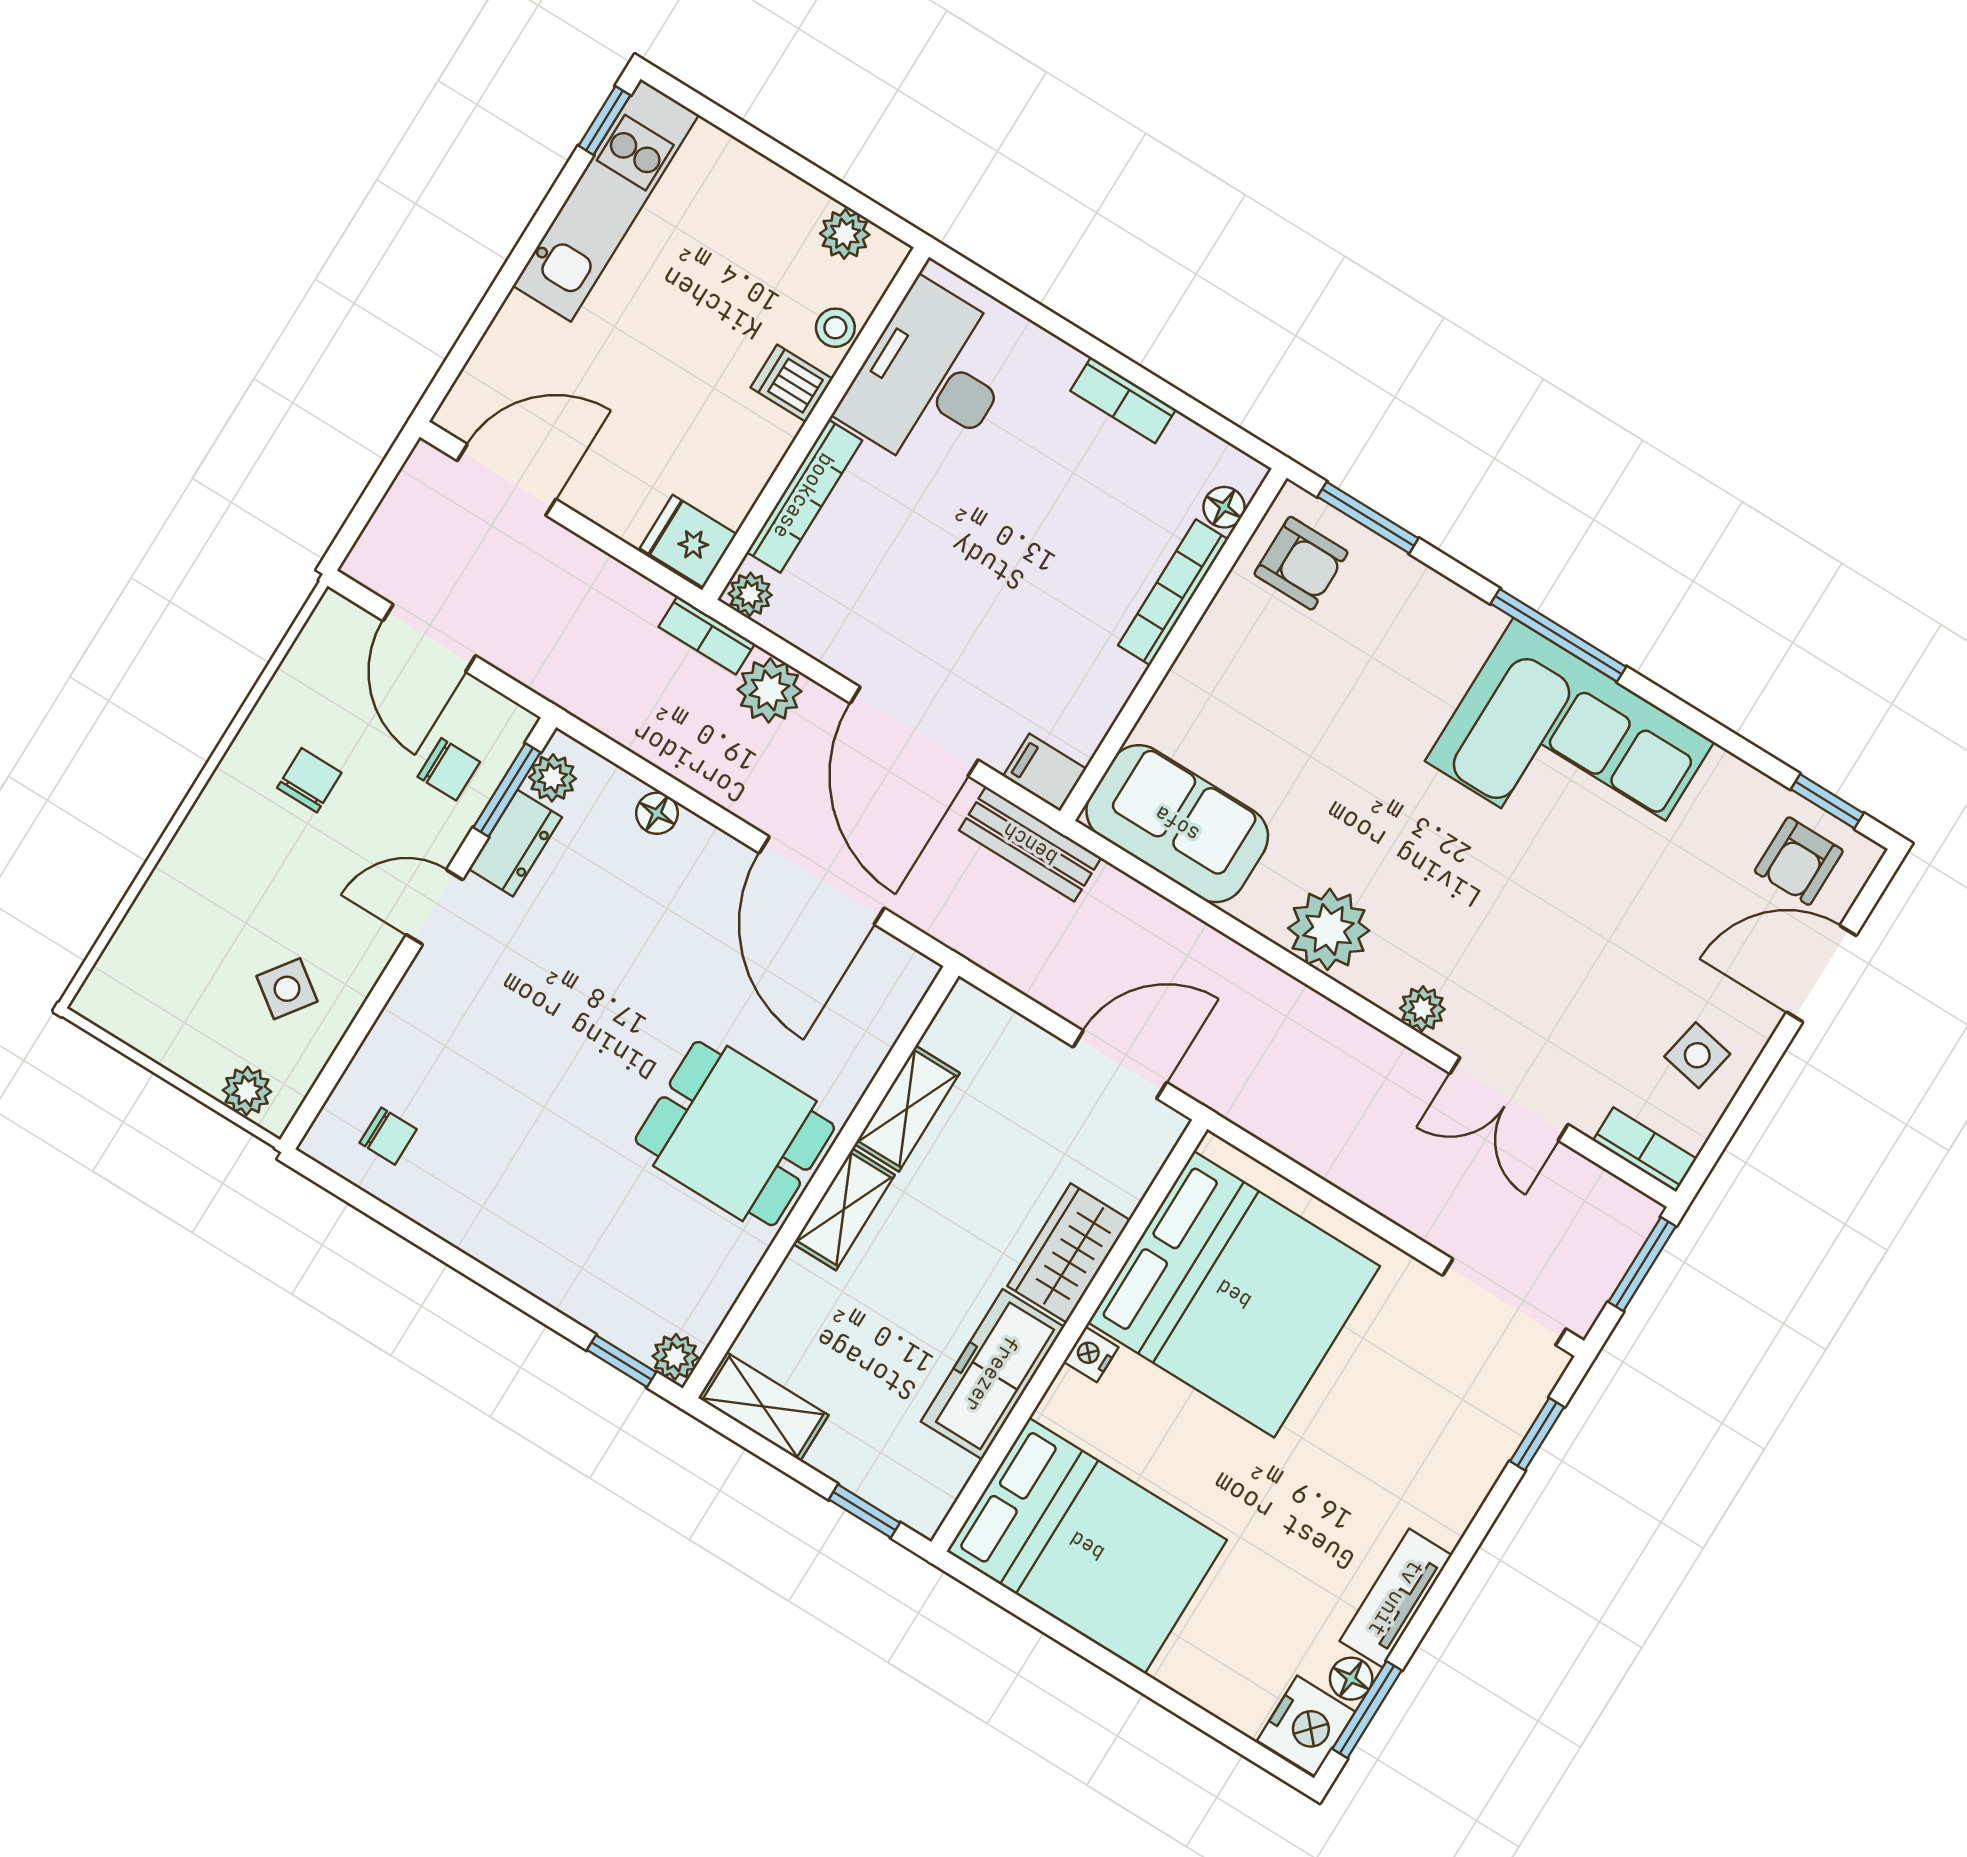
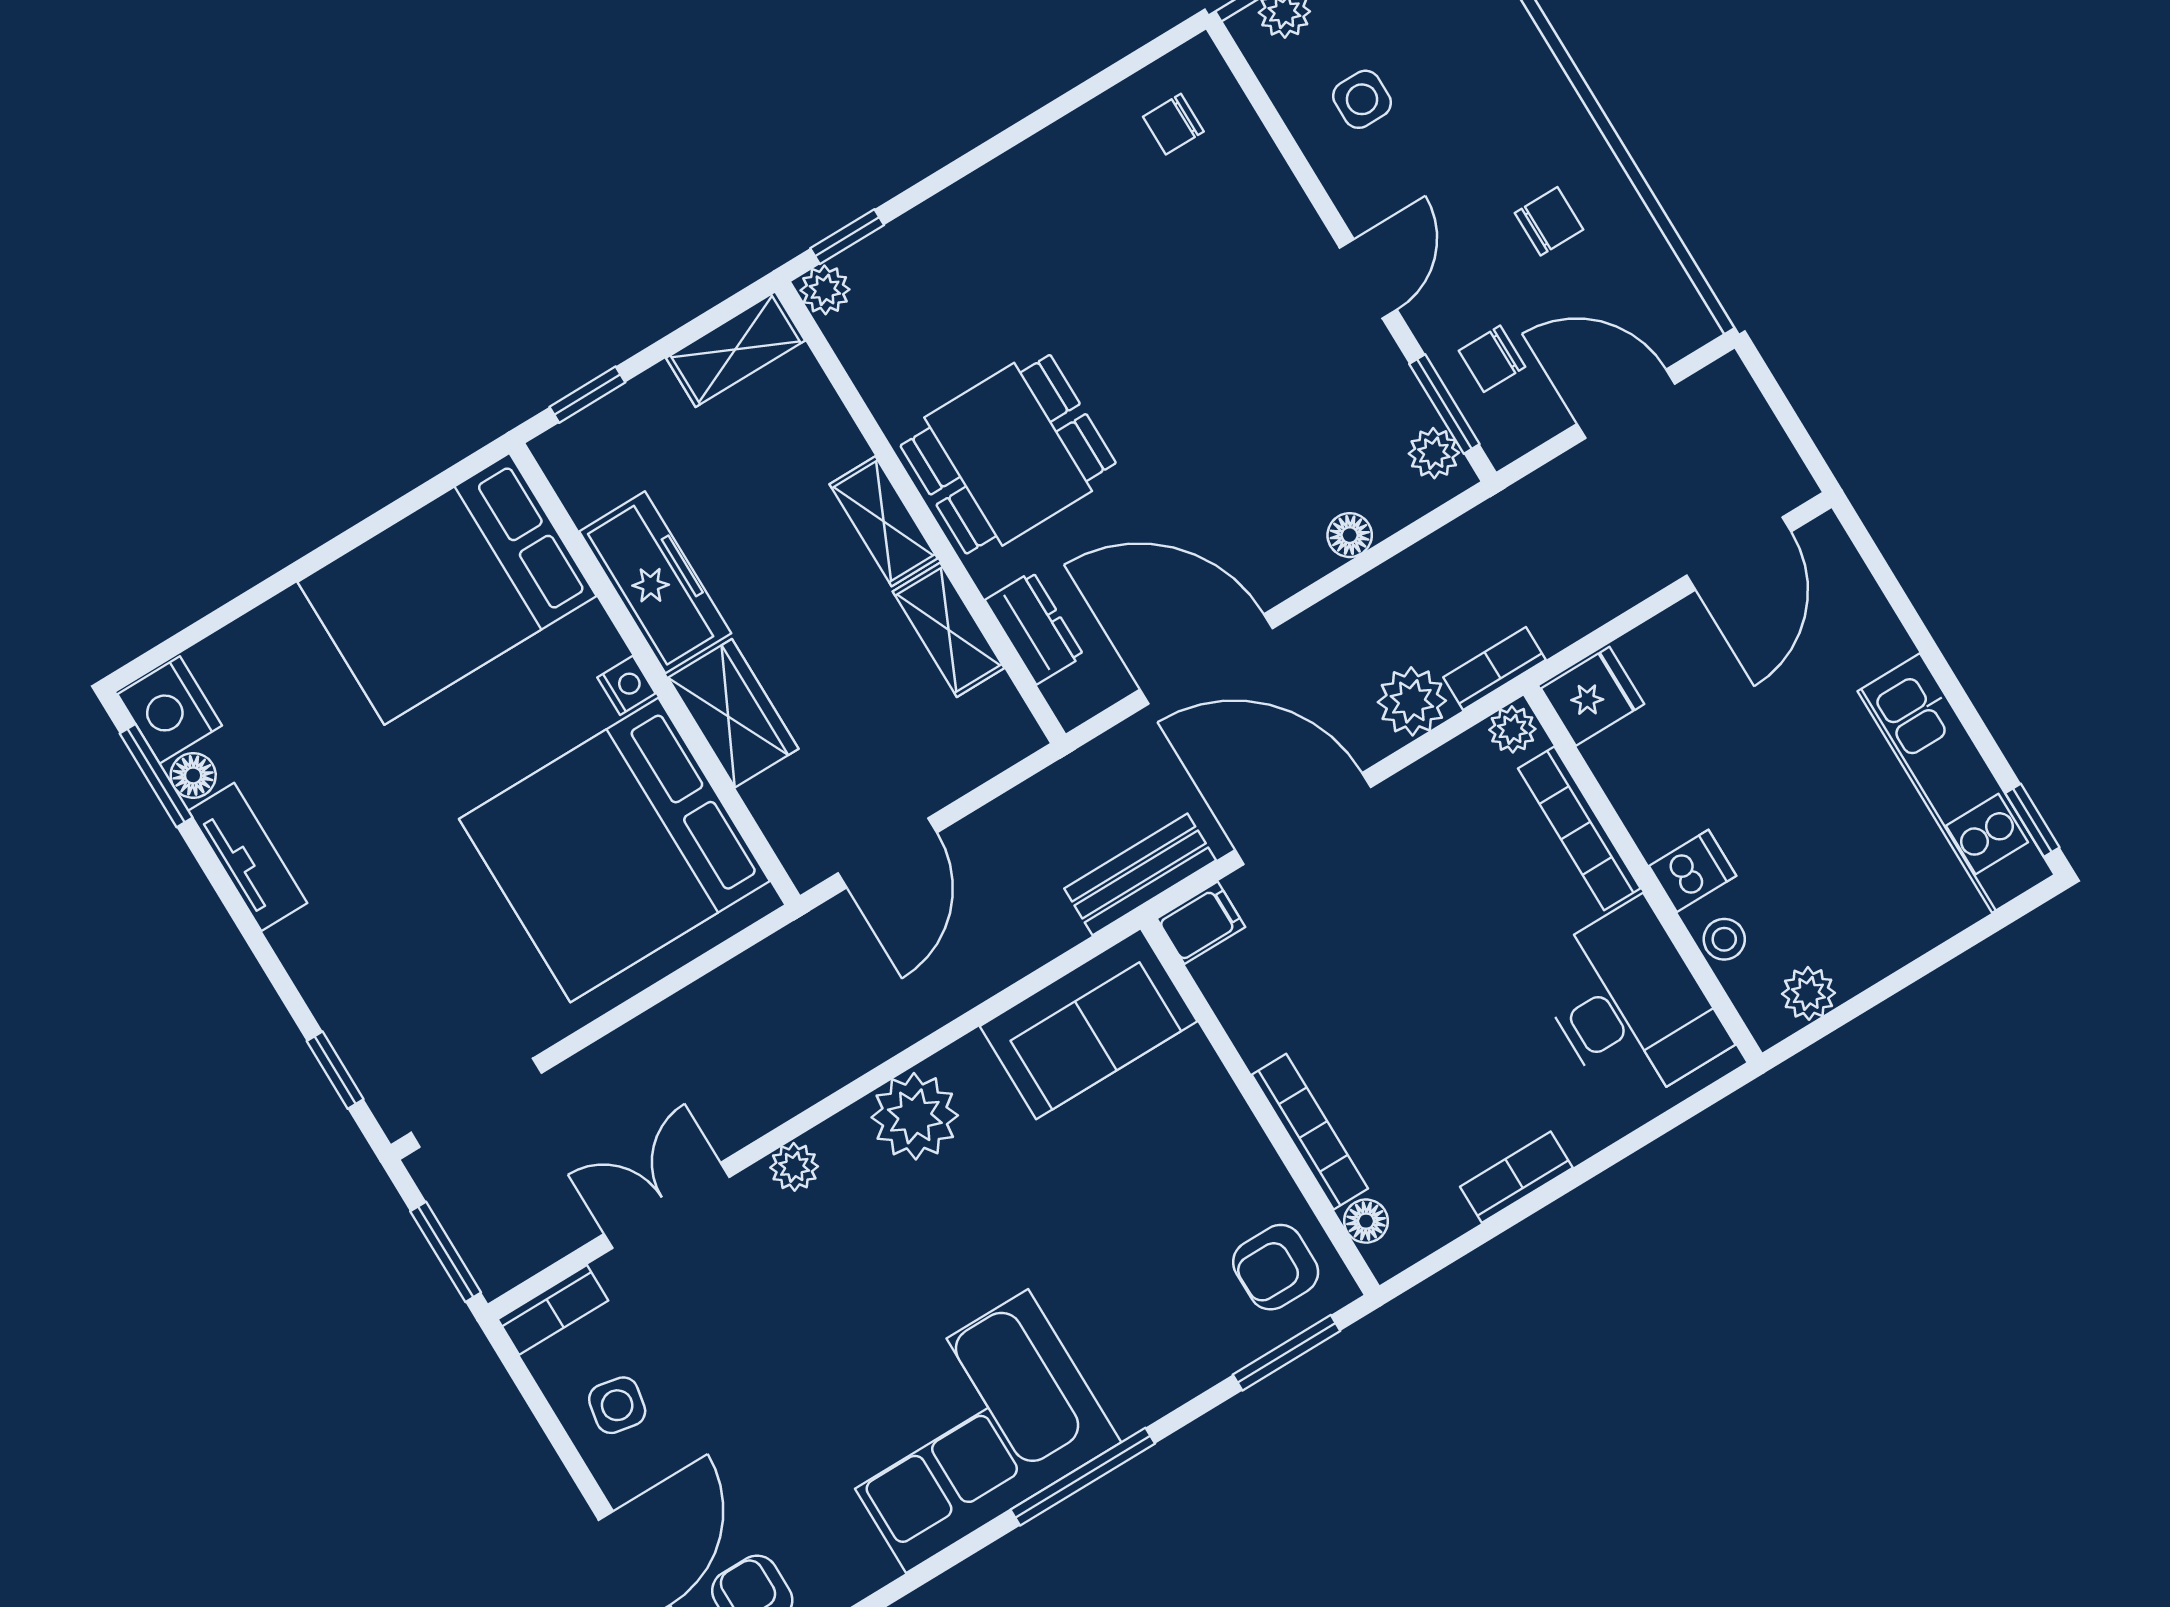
chair: (309, 780) -> (1549, 221), turned -90
dresser: (515, 843) -> (1034, 628), moved, turned 180
side table: (287, 989) -> (1362, 99), turned -36

